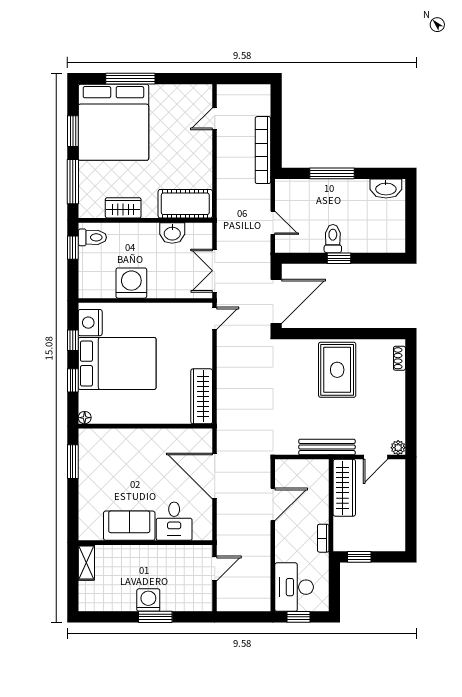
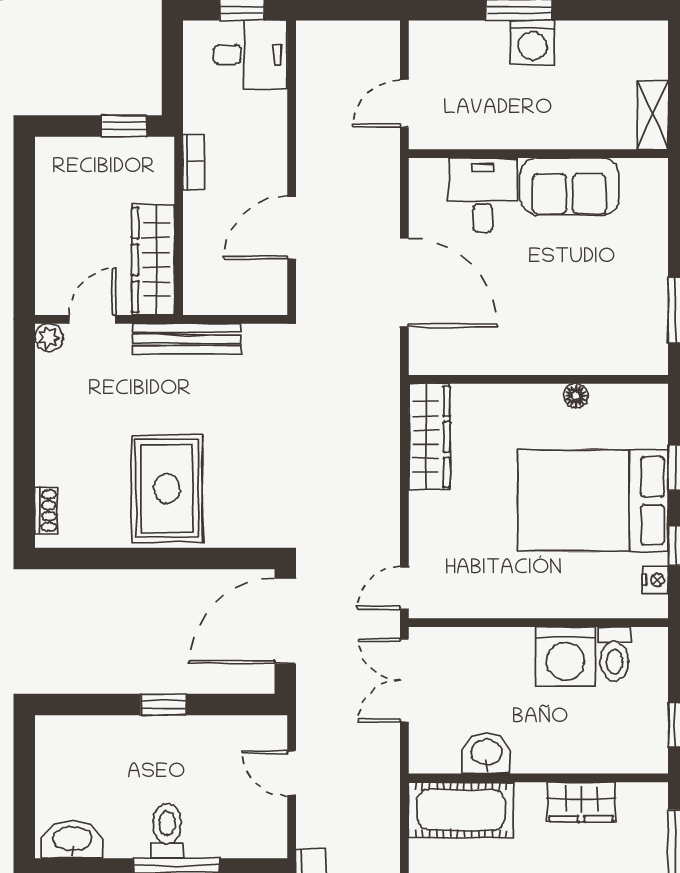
toilet: (92, 237) -> (614, 654), moved, turned -90
toilet: (333, 239) -> (167, 831), moved, turned 180
double door: (215, 271) -> (404, 680), swing flipped
nightstand: (90, 323) -> (655, 580), width x0.53, depth x0.56
floor lamp: (85, 418) -> (576, 396), moved
desk: (294, 587) -> (250, 55), width x0.73

